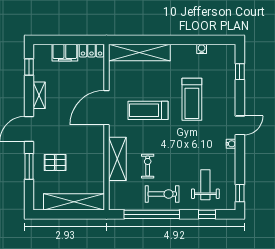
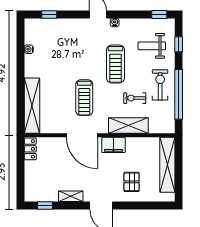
filing cabinet: (65, 53) -> (113, 145), moved, turned 90
treadmill: (192, 99) -> (116, 64), moved, turned 90
window: (29, 166) -> (135, 206), removed

